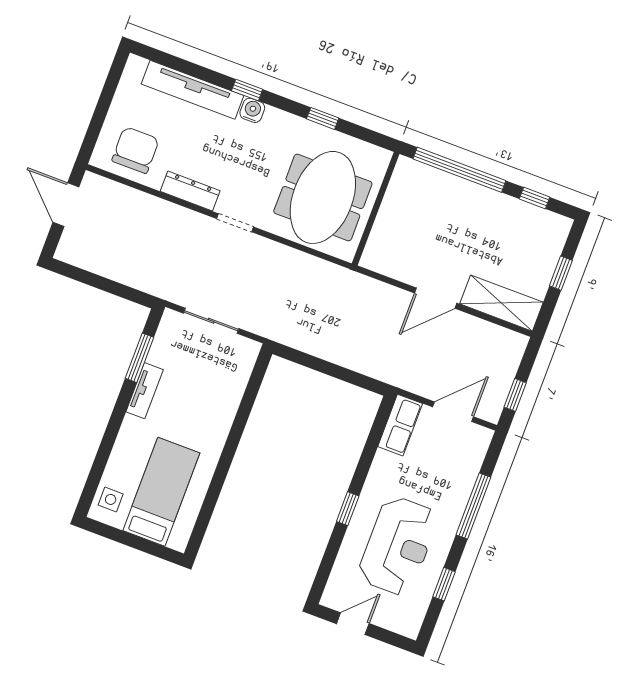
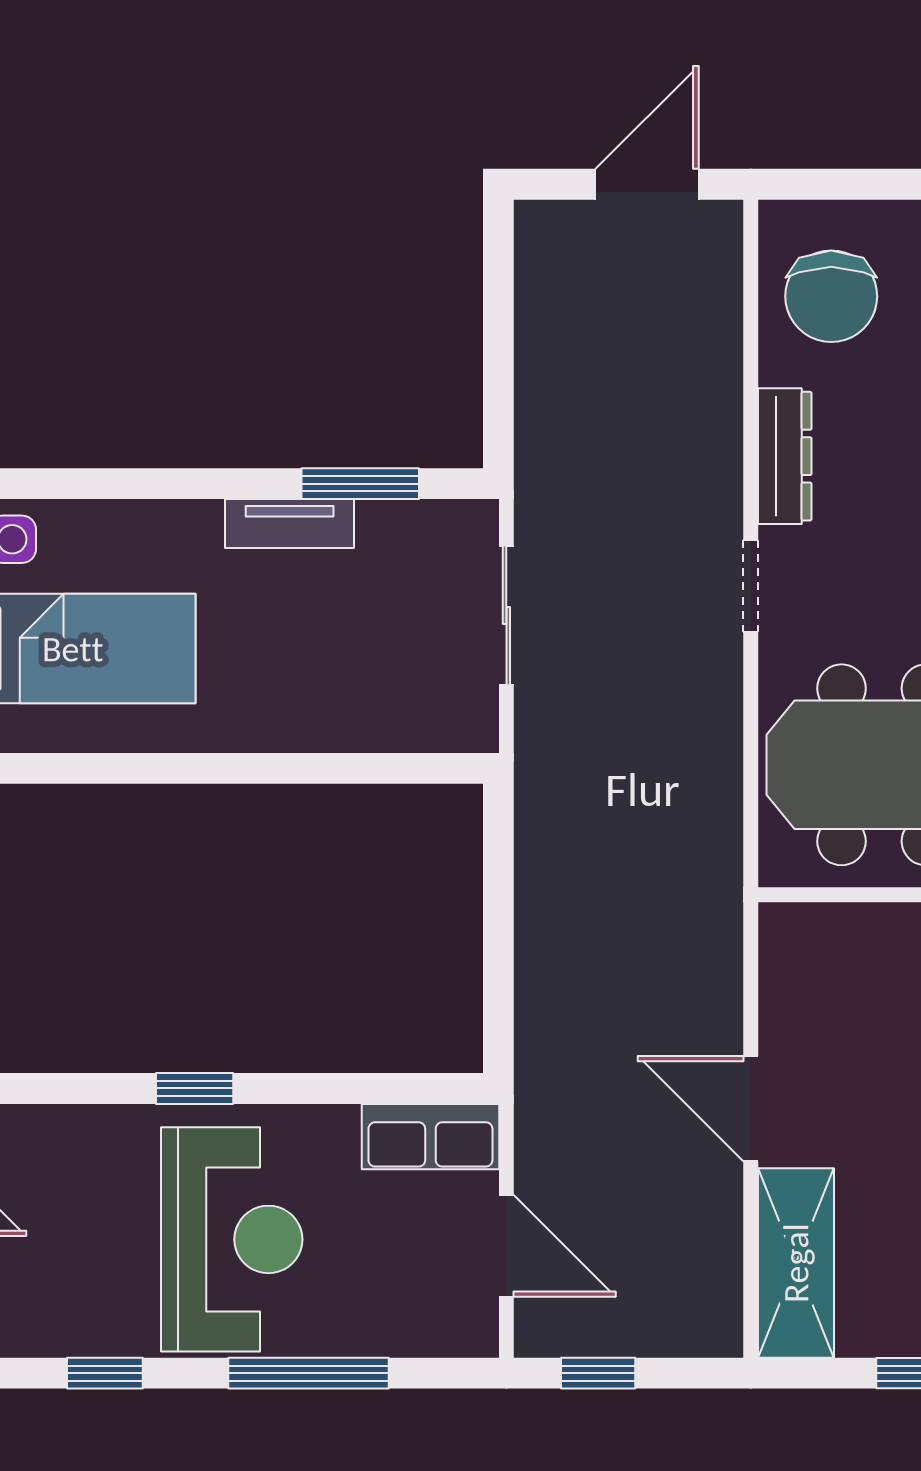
chair: (135, 150) -> (831, 296), turned 90
reception desk: (398, 546) -> (232, 1239), moved, turned -90

